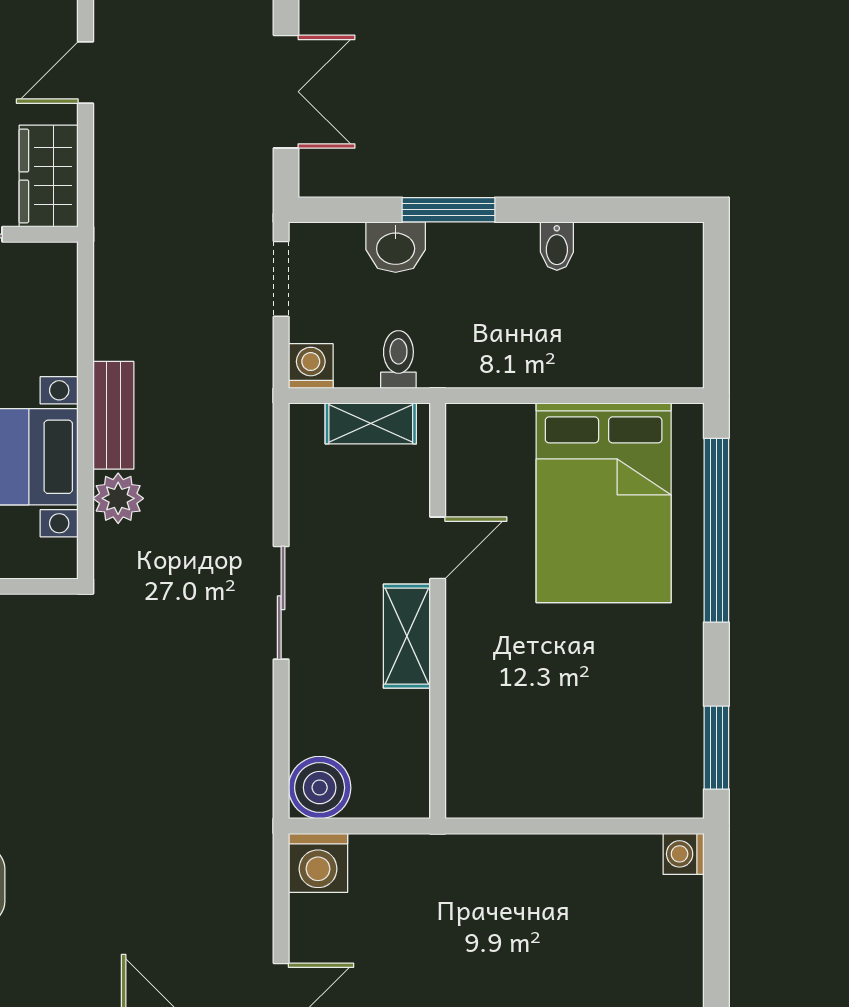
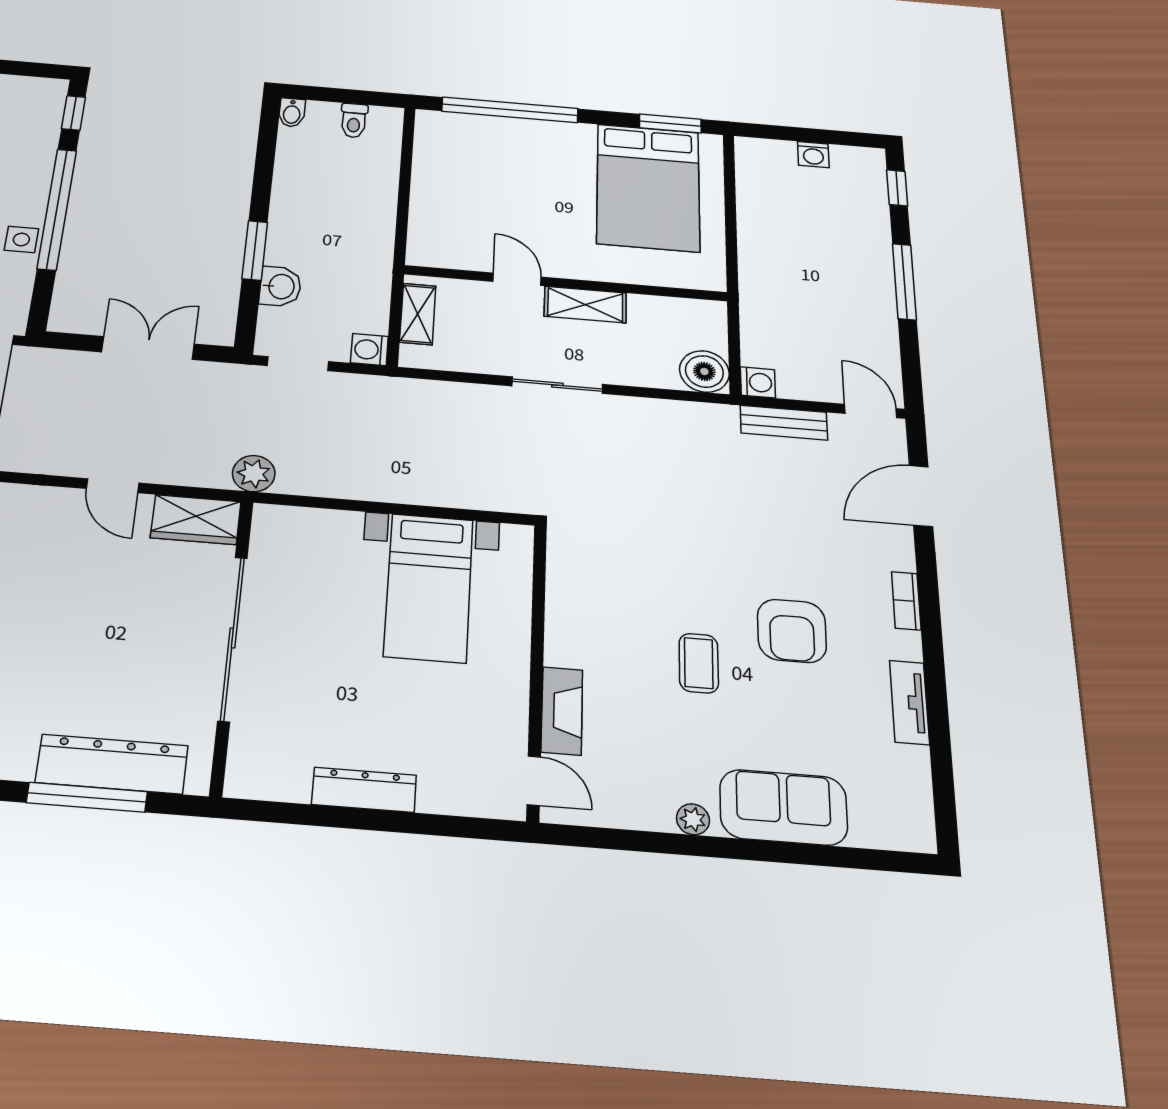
bidet: (557, 246) -> (292, 113), moved, turned 90
toilet: (398, 359) -> (354, 120), moved, turned -90
bench: (113, 415) -> (784, 423), moved
plant: (118, 498) -> (254, 474), moved
bed: (604, 503) -> (648, 187), moved, turned 90
washing machine: (684, 854) -> (813, 155), moved
washing machine: (318, 863) -> (758, 382), width x0.73, depth x0.73

